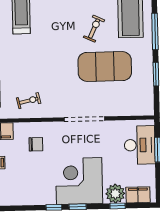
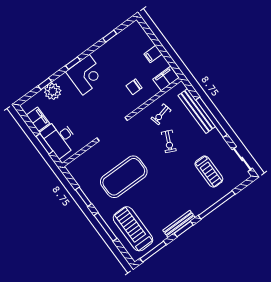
exercise bike: (94, 29) -> (169, 141), moved
corner desk: (79, 181) -> (86, 75), width x0.74, depth x0.74
filing cabinet: (138, 195) -> (38, 119), moved, turned -90
window: (54, 207) -> (110, 36), moved

